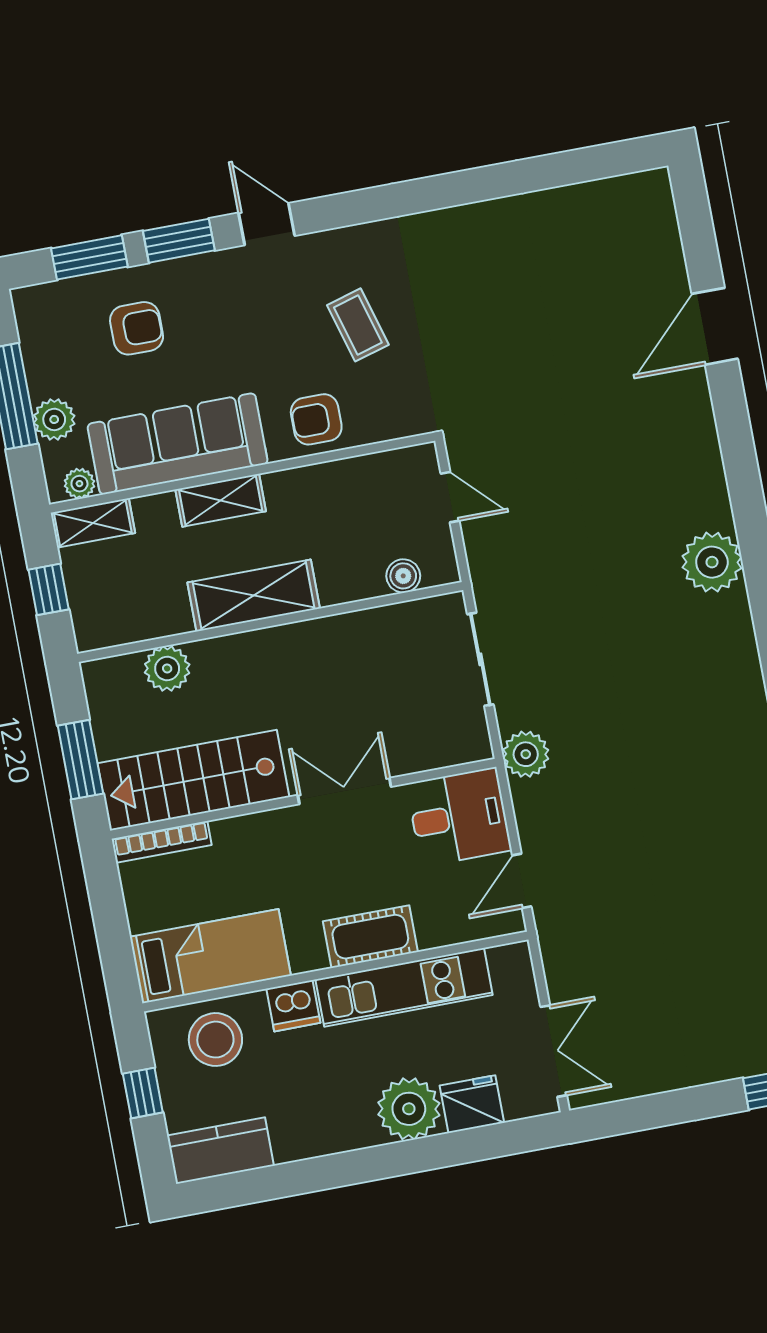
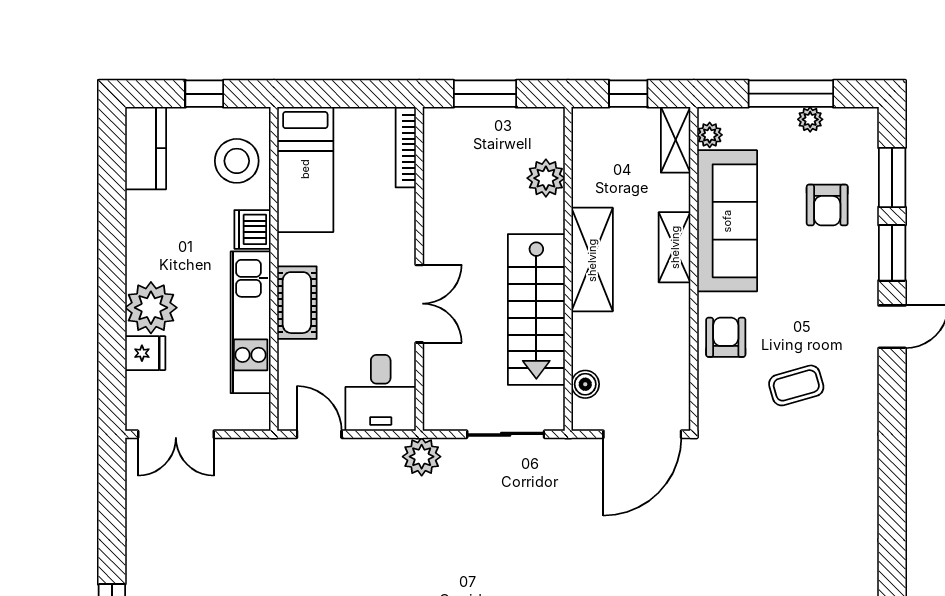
plant: (54, 419) -> (810, 119), moved, width x0.73, depth x0.73
door: (450, 497) -> (642, 434), width x1.87
stairs: (193, 780) -> (536, 310), moved, turned 180
fridge: (472, 1104) -> (145, 353), width x0.72

